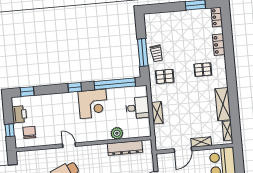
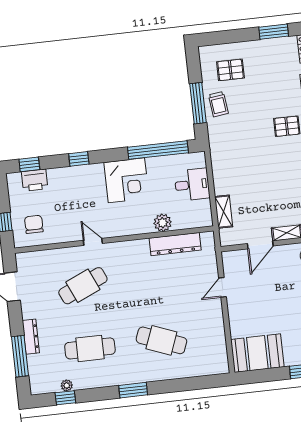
pallet: (165, 76) -> (230, 70), moved
window: (75, 87) -> (79, 159), moved
shelving: (157, 113) -> (224, 212), moved
printer: (19, 114) -> (35, 180), moved, turned 90

